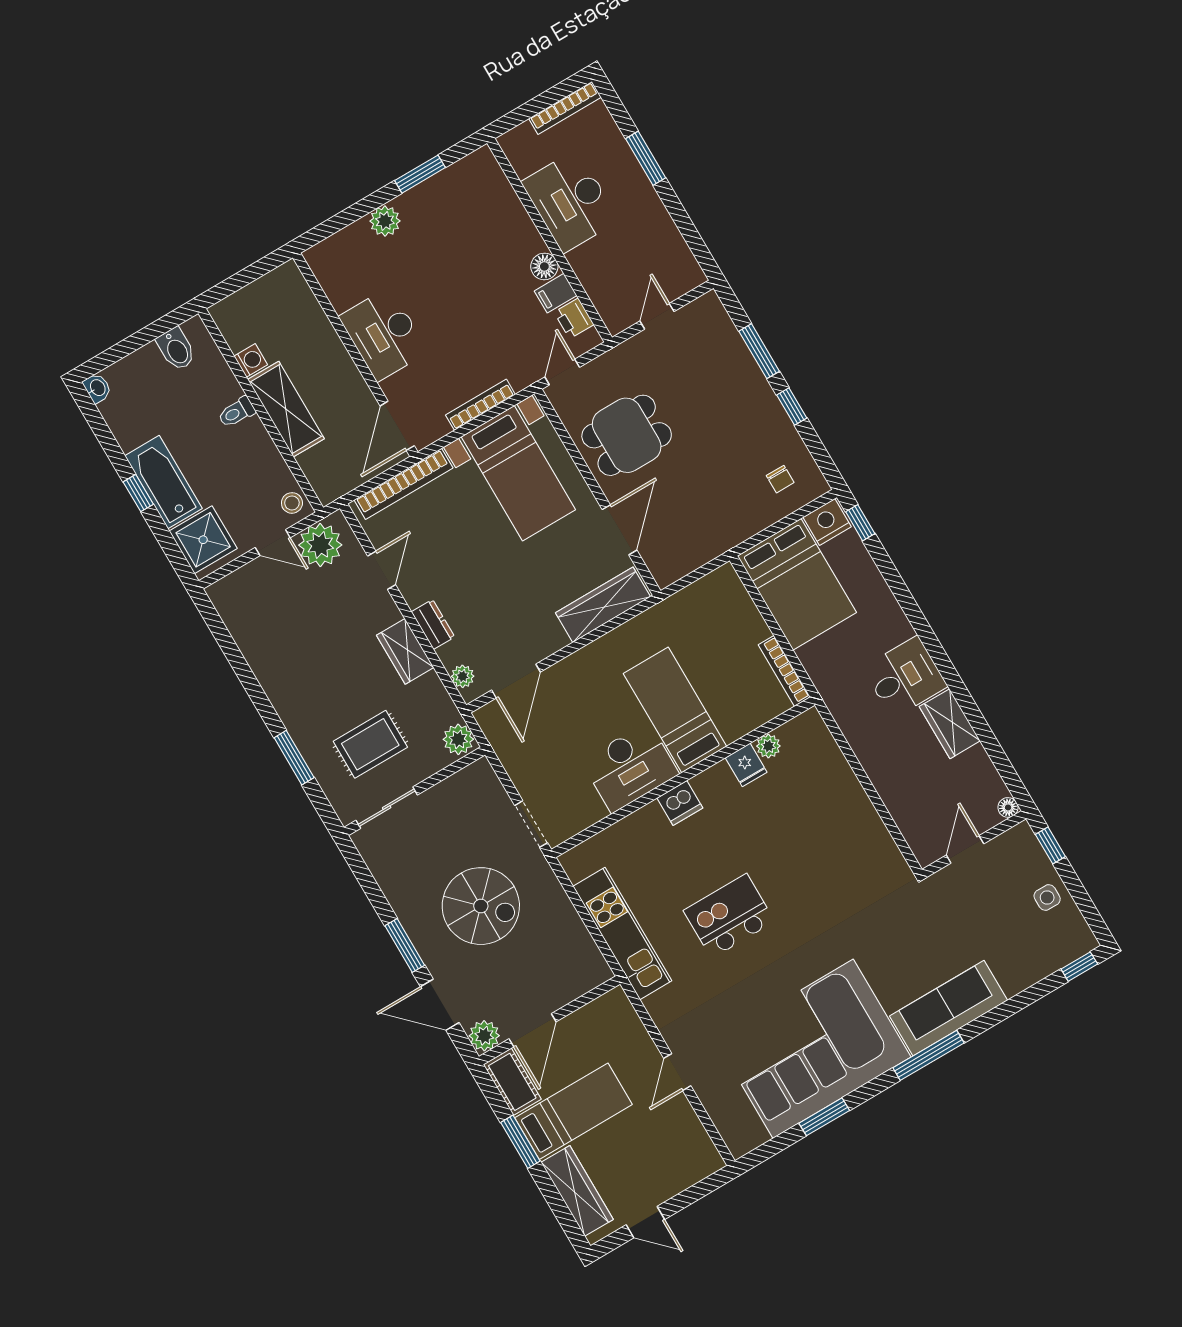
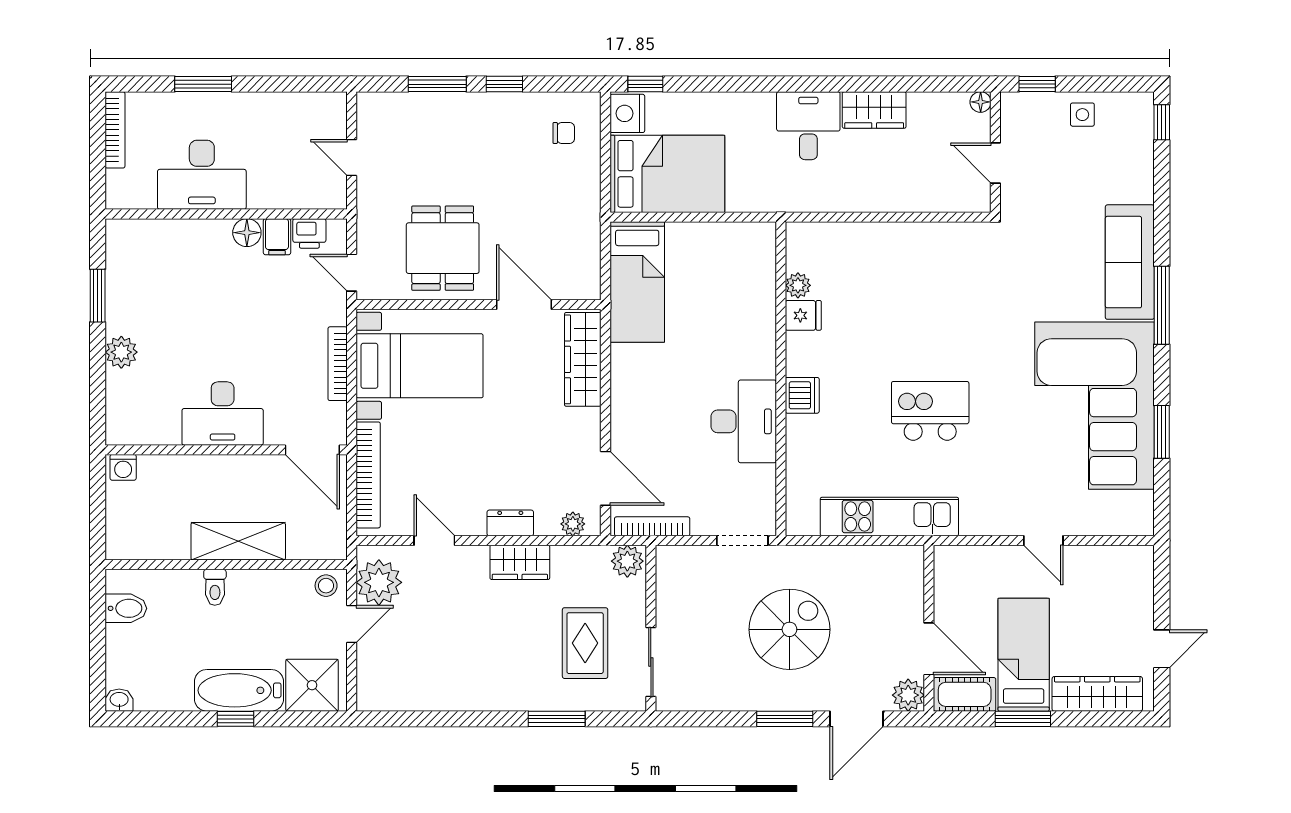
washing machine: (251, 360) -> (123, 467), moved, turned 180
bookcase: (784, 671) -> (652, 526), moved, turned 180
bed: (675, 710) -> (637, 282), moved, turned -90
kitchen island: (729, 916) -> (930, 411), turned 90

